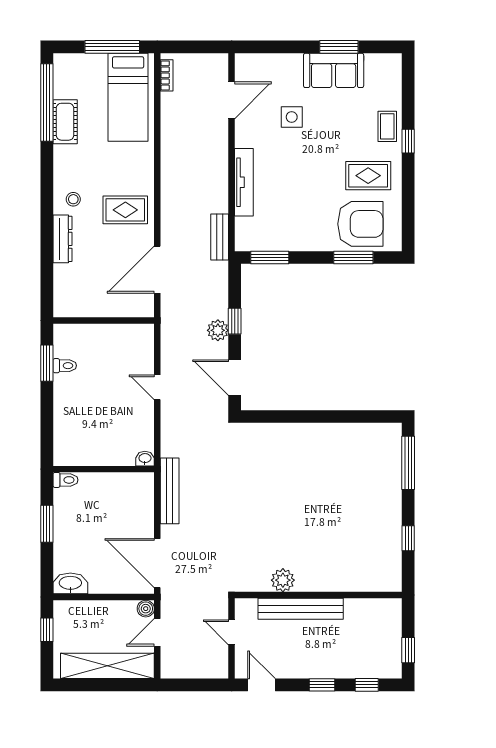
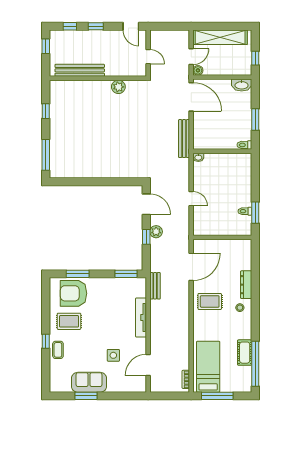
bench: (301, 609) -> (80, 70), moved

